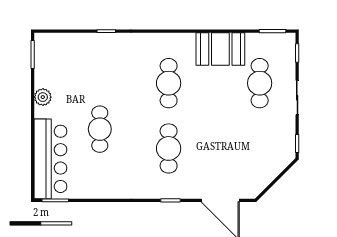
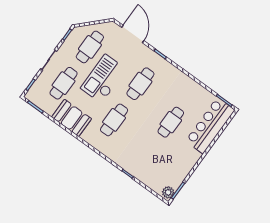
plant: (43, 97) -> (168, 192), moved
checkout: (217, 123) -> (103, 79), added
cafe table: (260, 148) -> (90, 47), added

